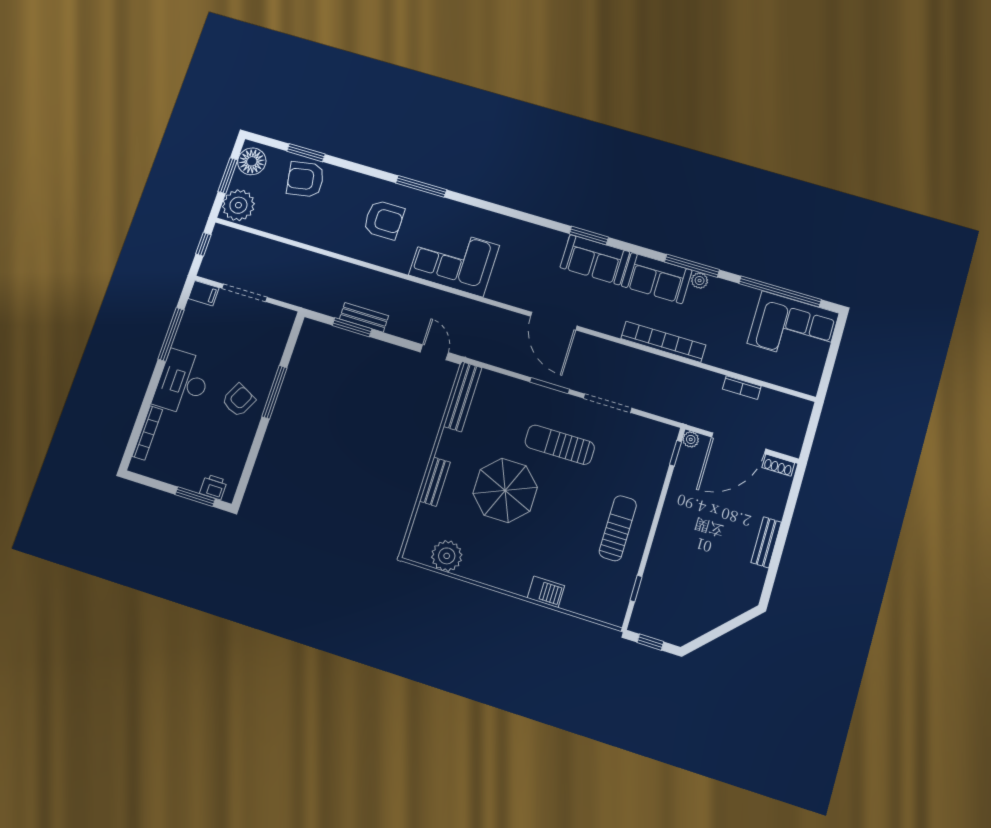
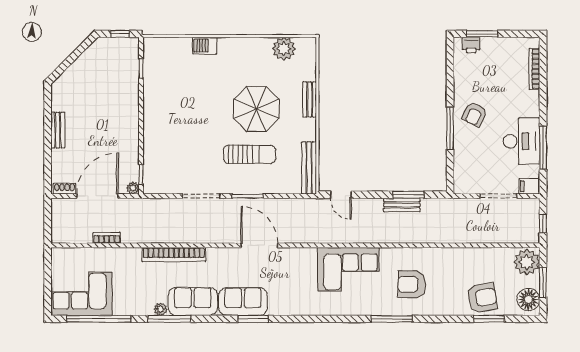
desk: (183, 383) -> (521, 141), moved
sun lounger: (560, 445) -> (250, 154), moved
sun lounger: (618, 528) -> (167, 107), removed

